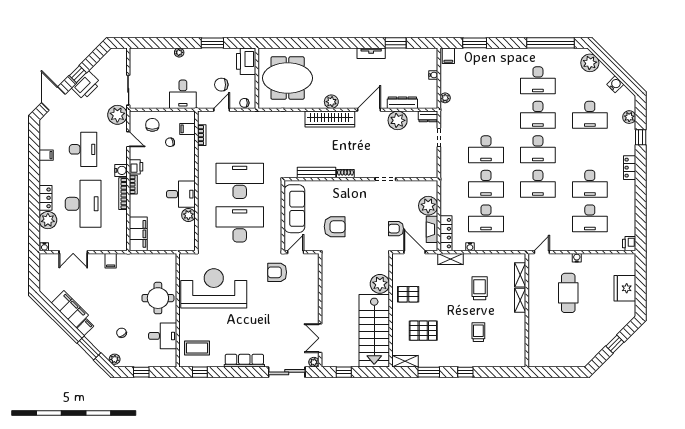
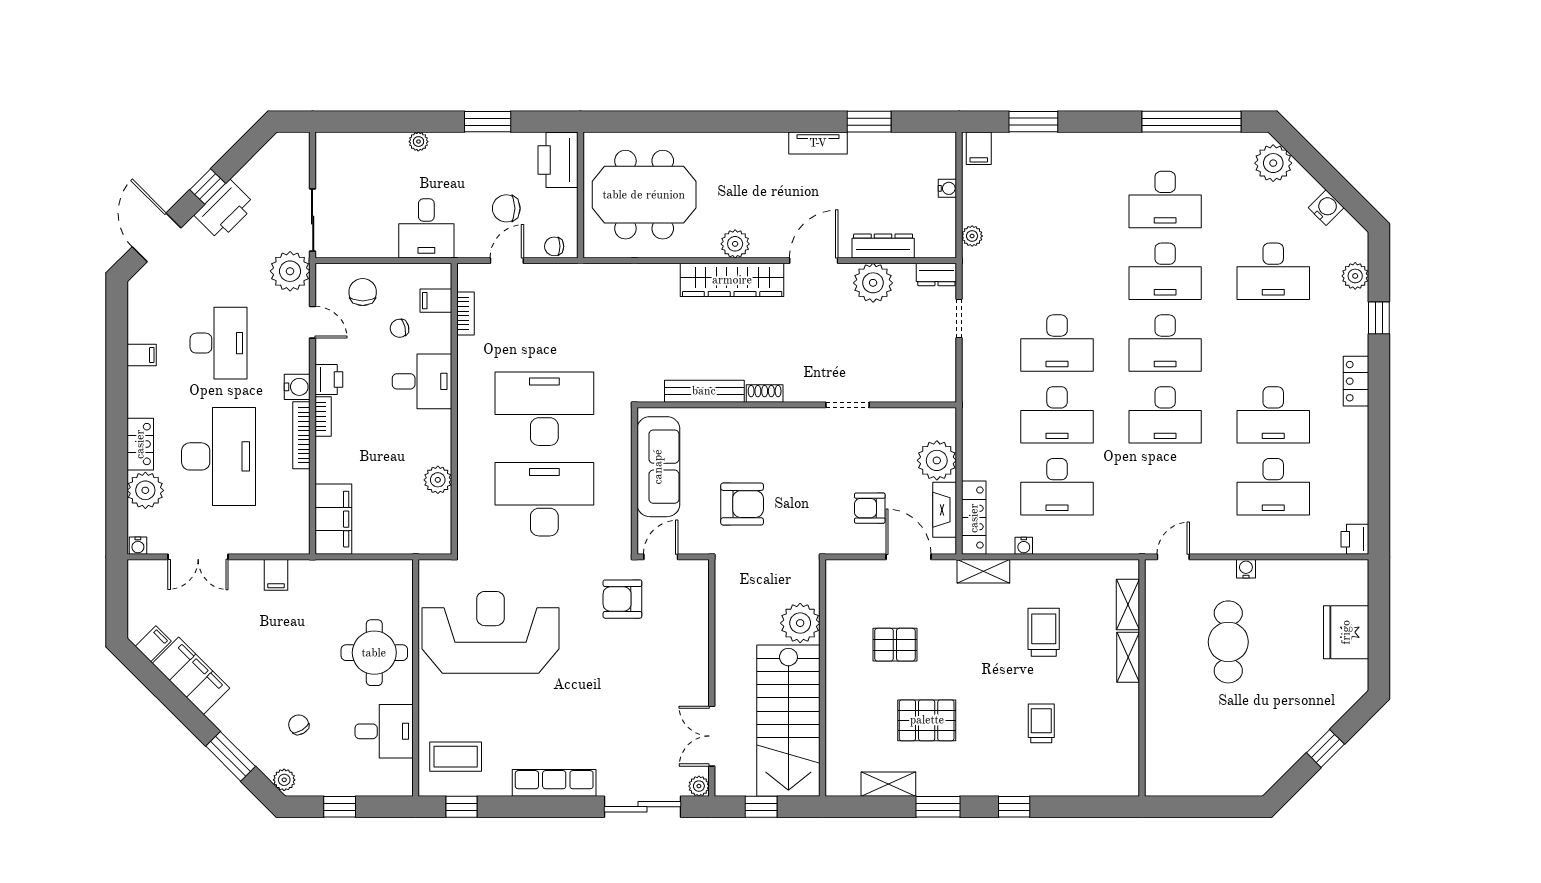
desk: (181, 194) -> (422, 381), moved
plant: (380, 284) -> (800, 623), moved
wall: (391, 310) -> (823, 678), moved
filing cabinet: (85, 327) -> (153, 644), moved
stairs: (374, 331) -> (788, 721), moved

